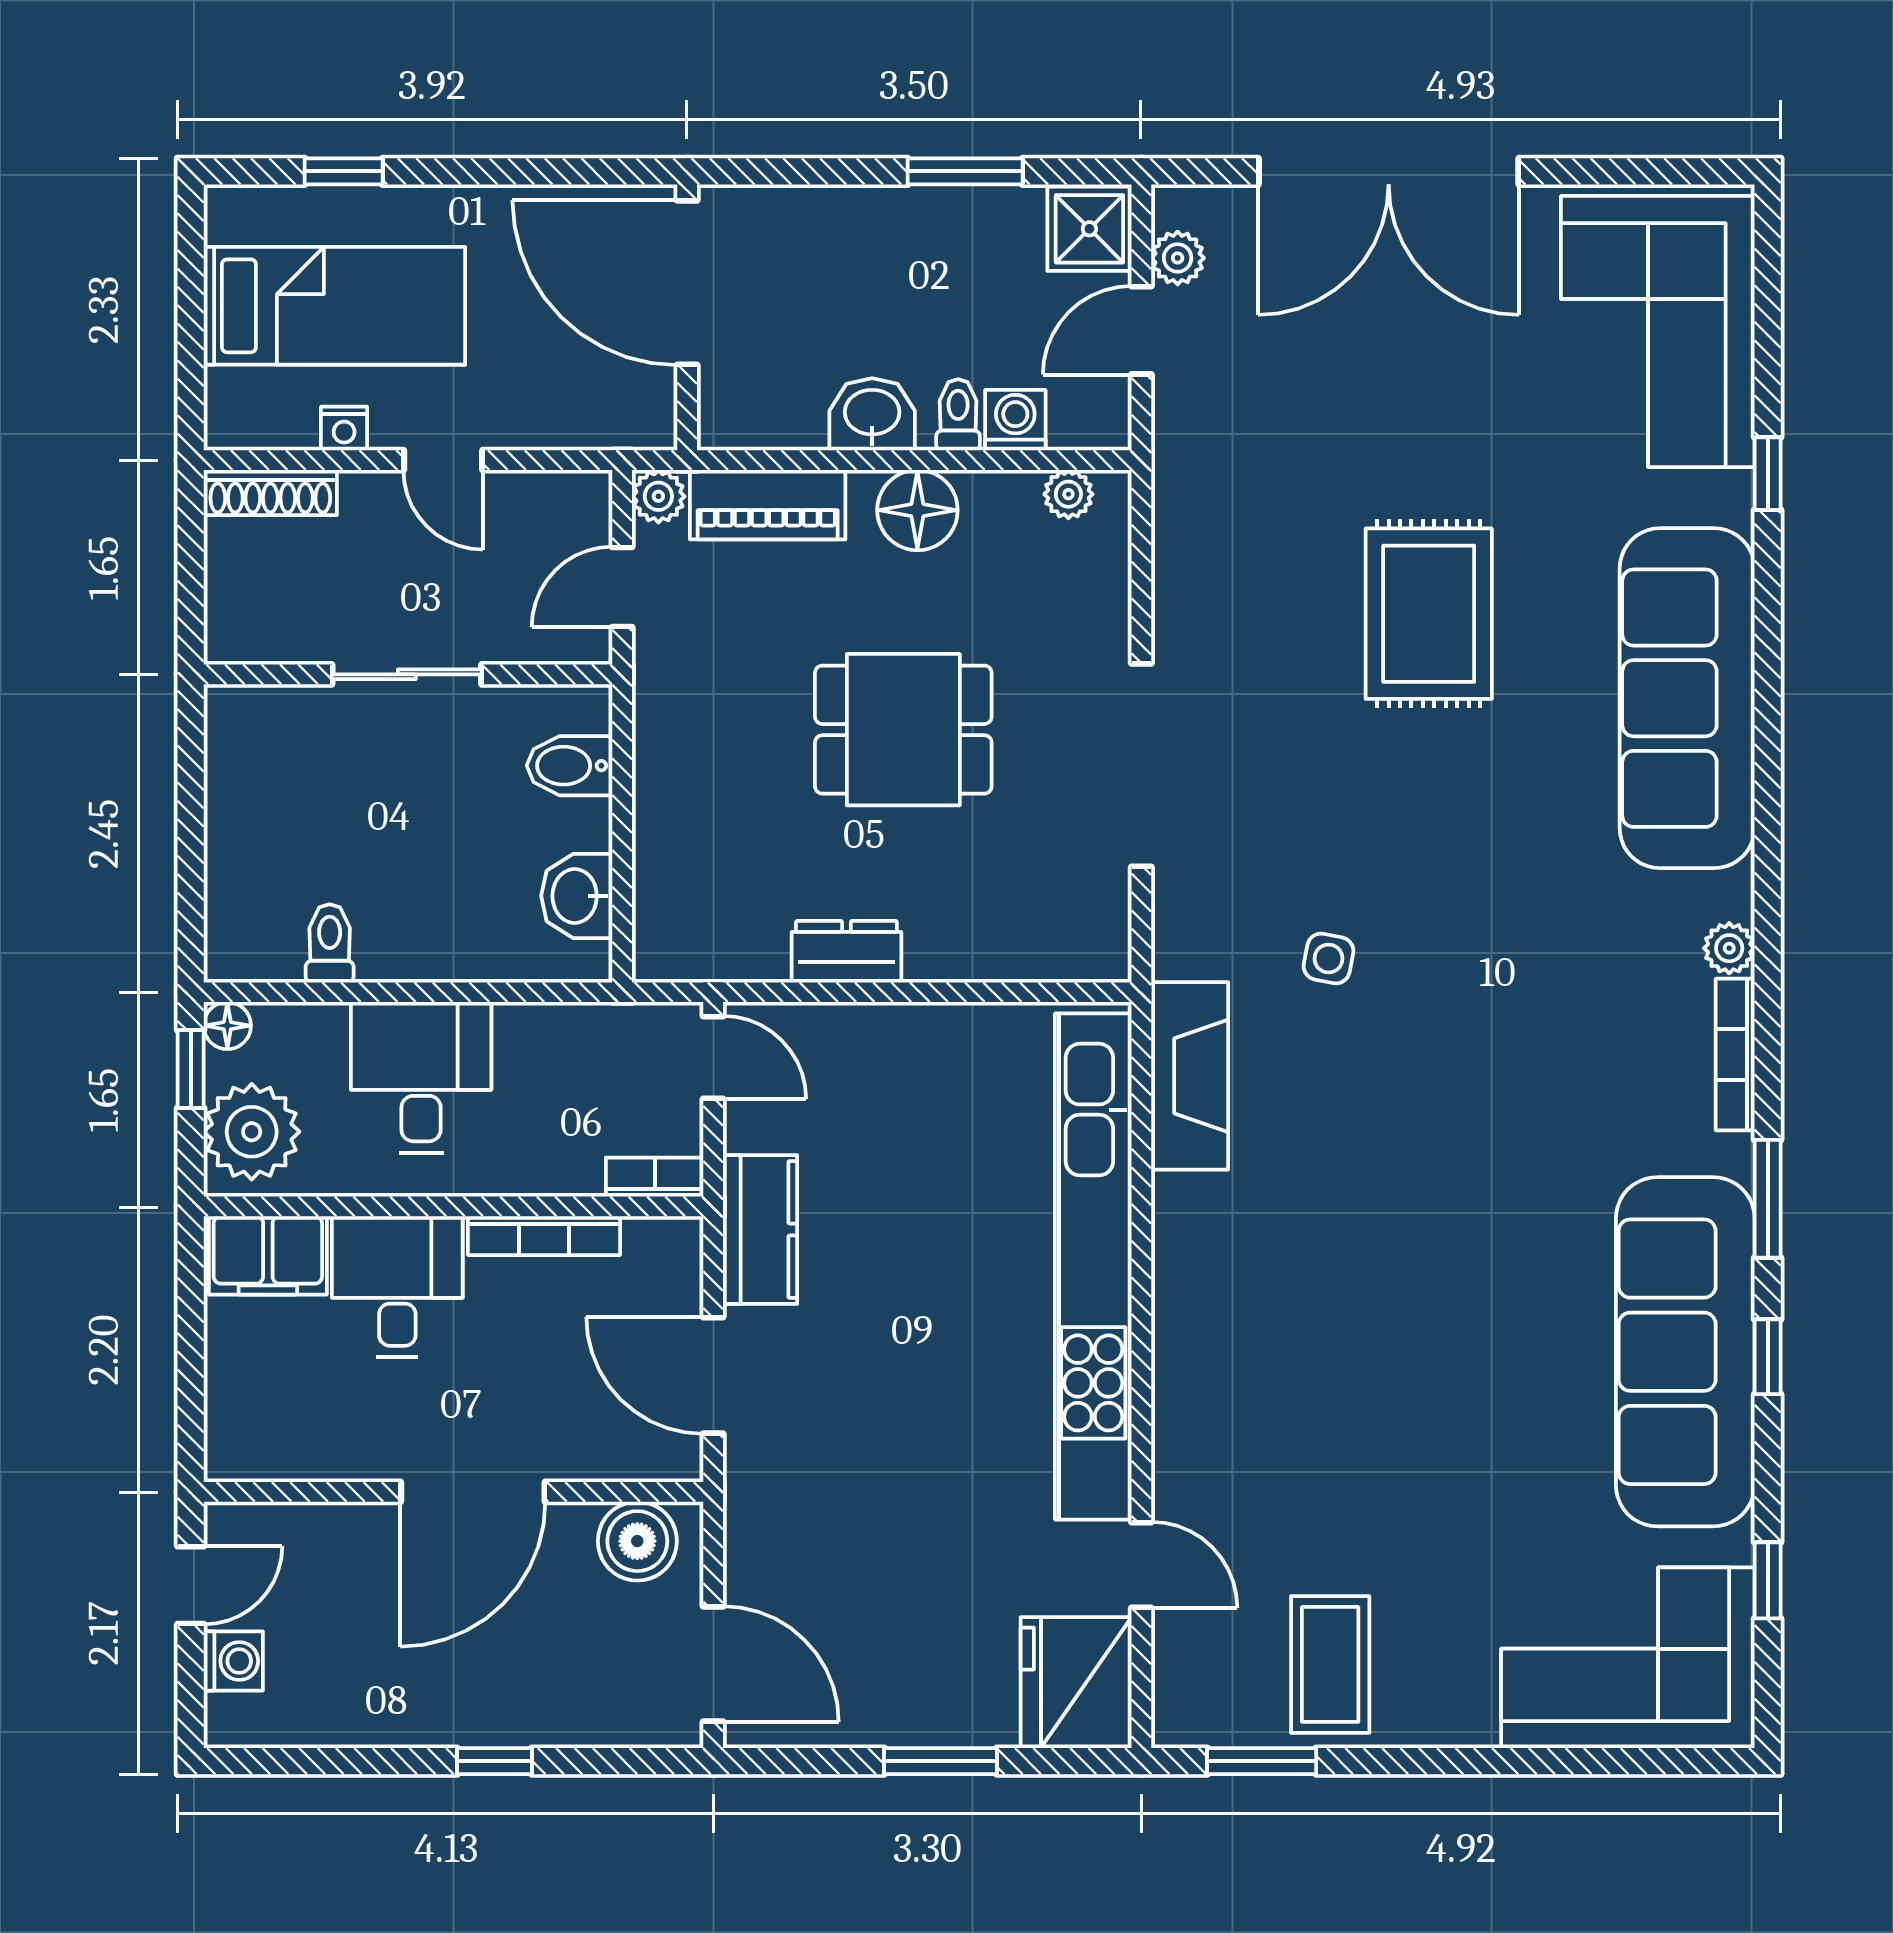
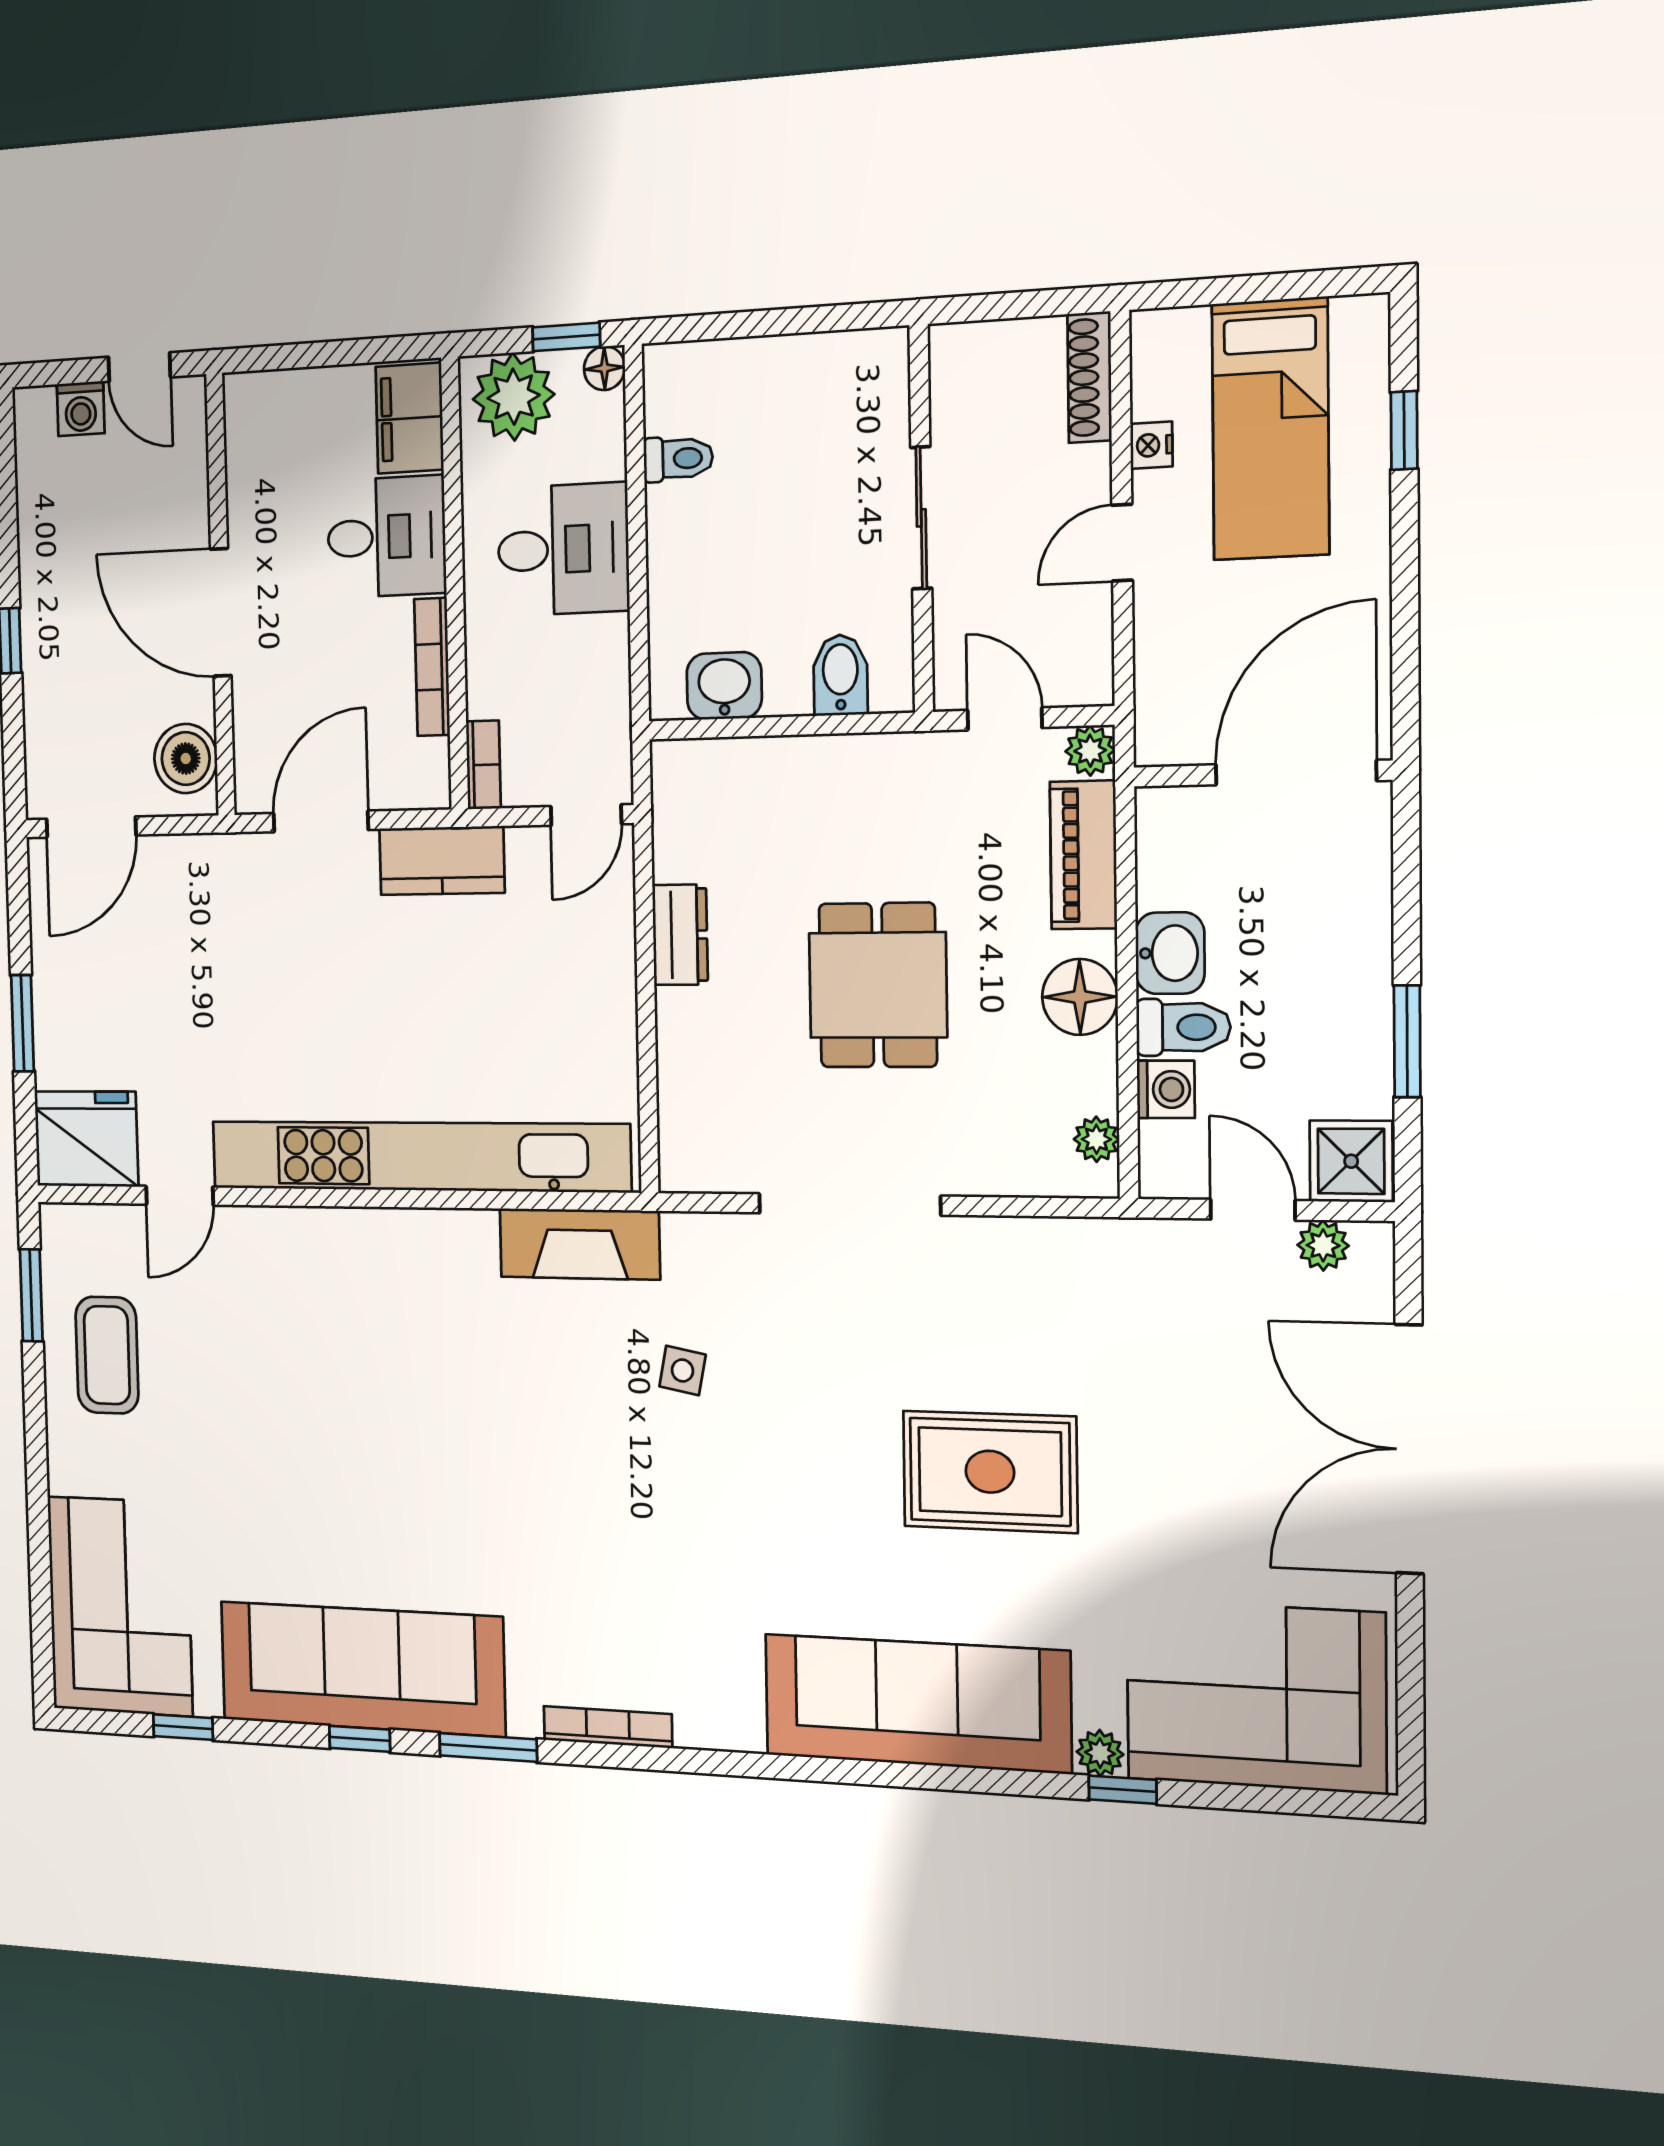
toilet: (958, 415) -> (1183, 1027), width x1.37, depth x1.39
plant: (1729, 948) -> (1100, 1753), moved
coffee table: (1330, 1664) -> (107, 1355), turned 90

